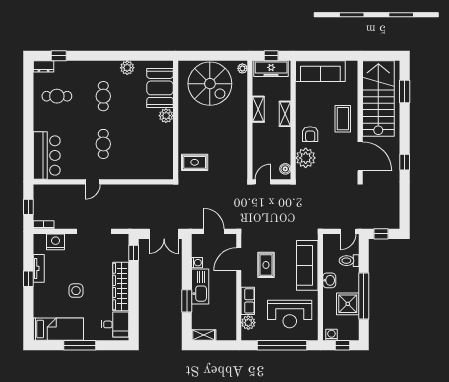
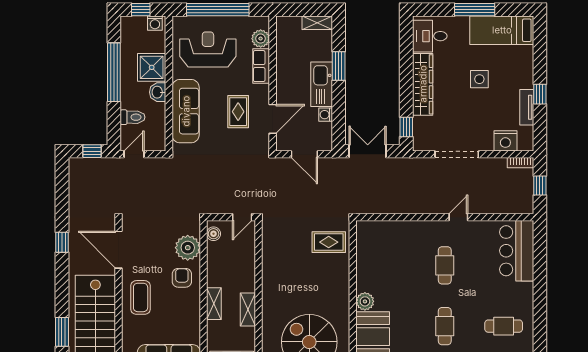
shower: (348, 304) -> (152, 67), moved

